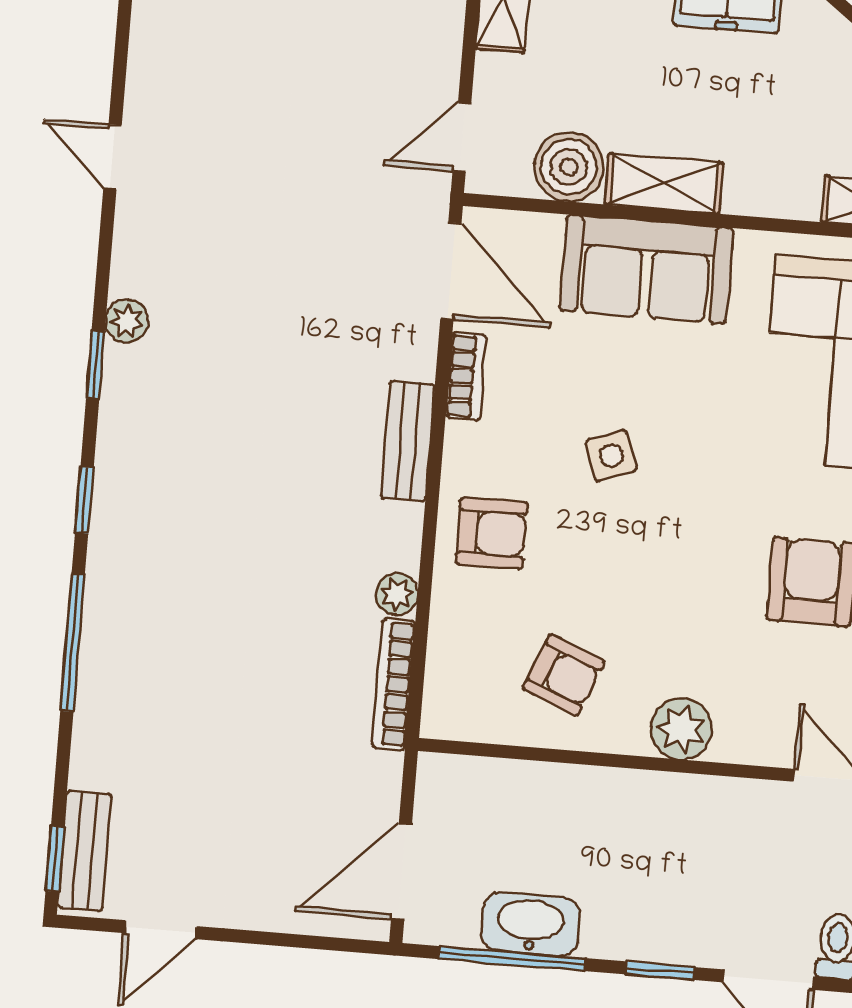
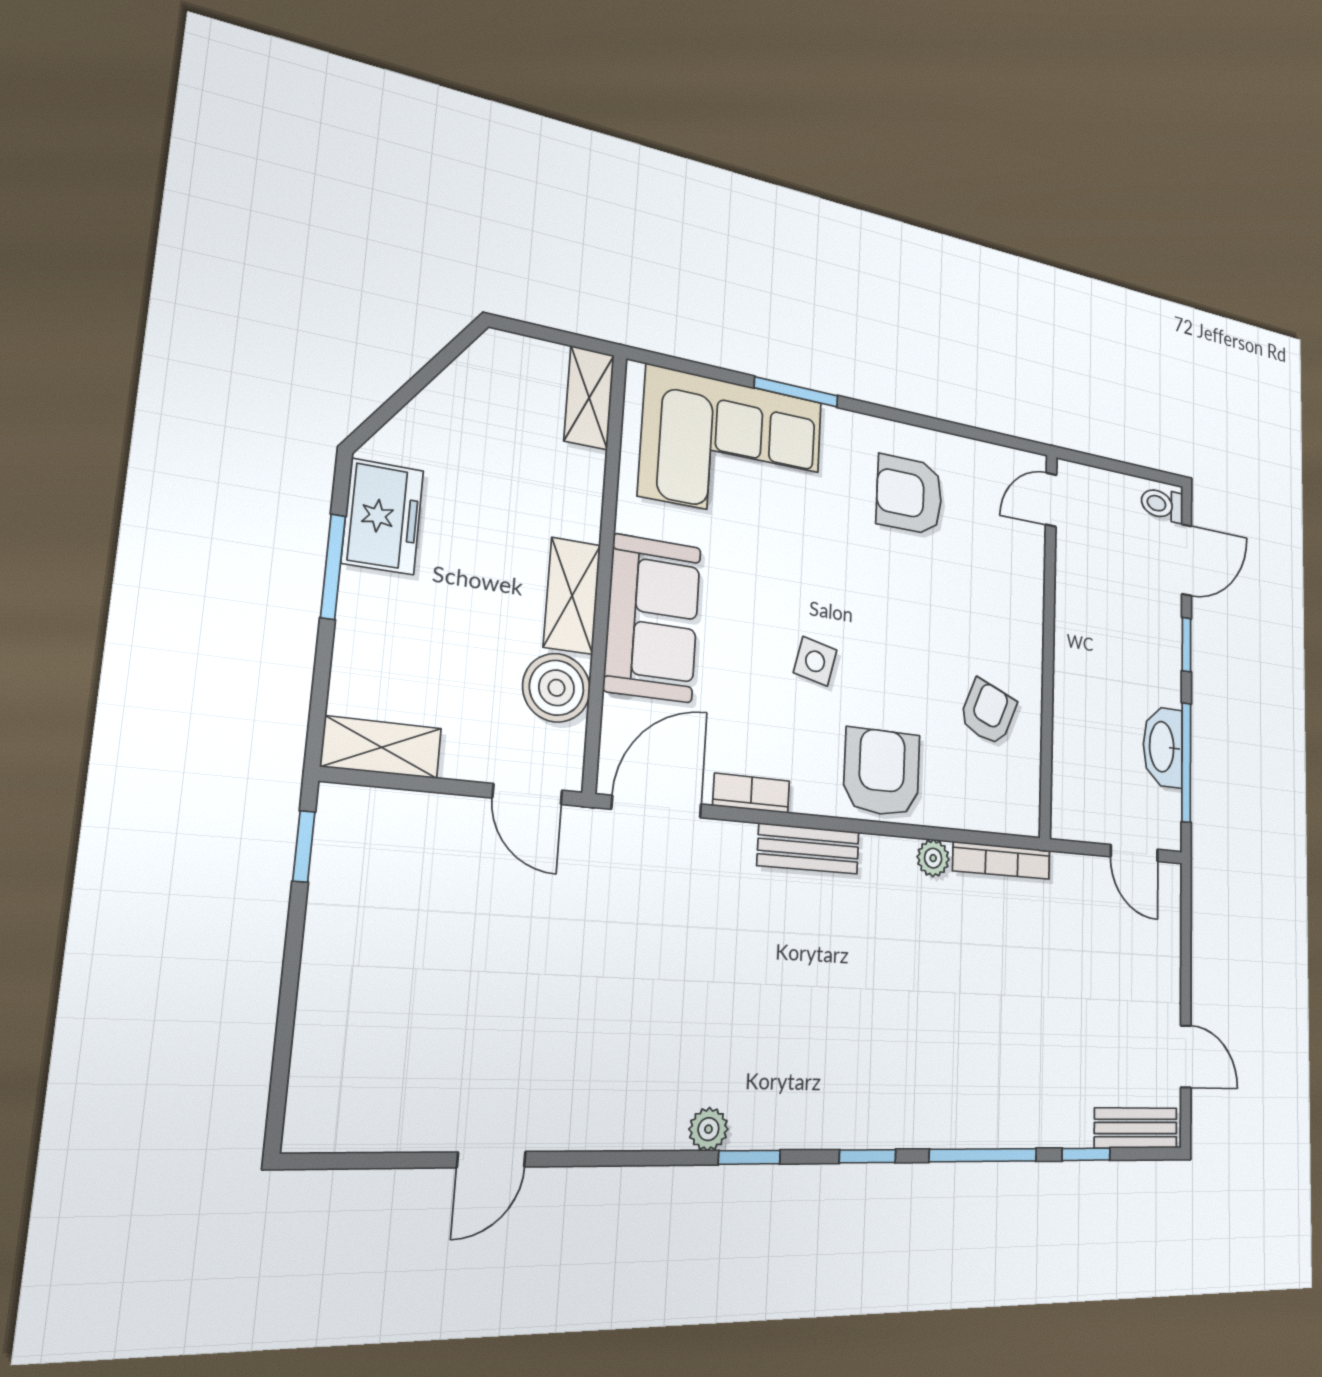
door: (113, 157) -> (491, 1160), moved
side table: (611, 456) -> (815, 661), turned 33
armchair: (491, 533) -> (882, 772), width x1.38, depth x1.38
plant: (681, 729) -> (1023, 615), removed
window: (55, 859) -> (1086, 1154), moved
door: (401, 872) -> (1134, 853), width x0.73

